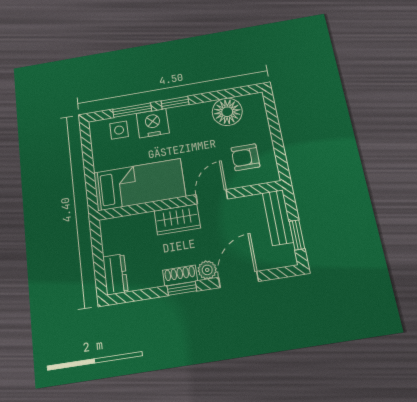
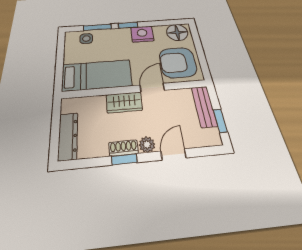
floor lamp: (227, 112) -> (177, 32), moved
nightstand: (153, 123) -> (142, 34), moved
armchair: (245, 157) -> (178, 62), width x1.88, depth x1.88
dresser: (115, 274) -> (68, 136), width x1.44
door: (238, 279) -> (174, 154), width x0.73

